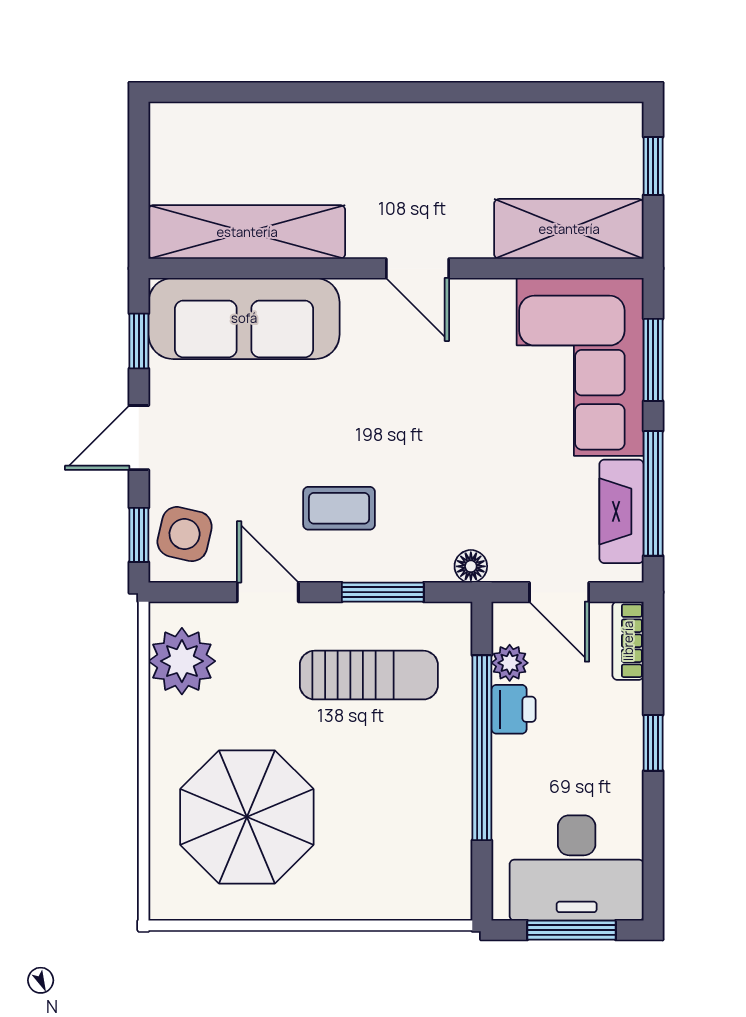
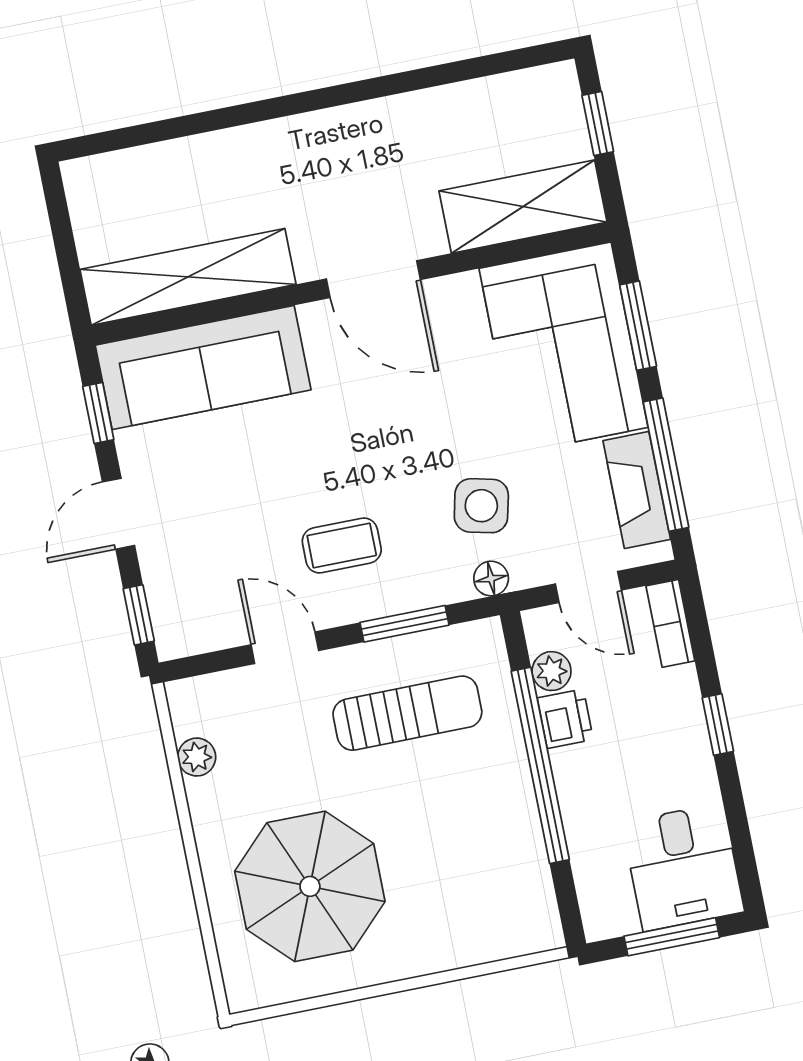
door: (417, 268) -> (373, 279), width x1.38
side table: (185, 534) -> (481, 506), moved
plant: (182, 661) -> (197, 757), width x0.53, depth x0.53
desk: (577, 868) -> (683, 867), width x0.73

